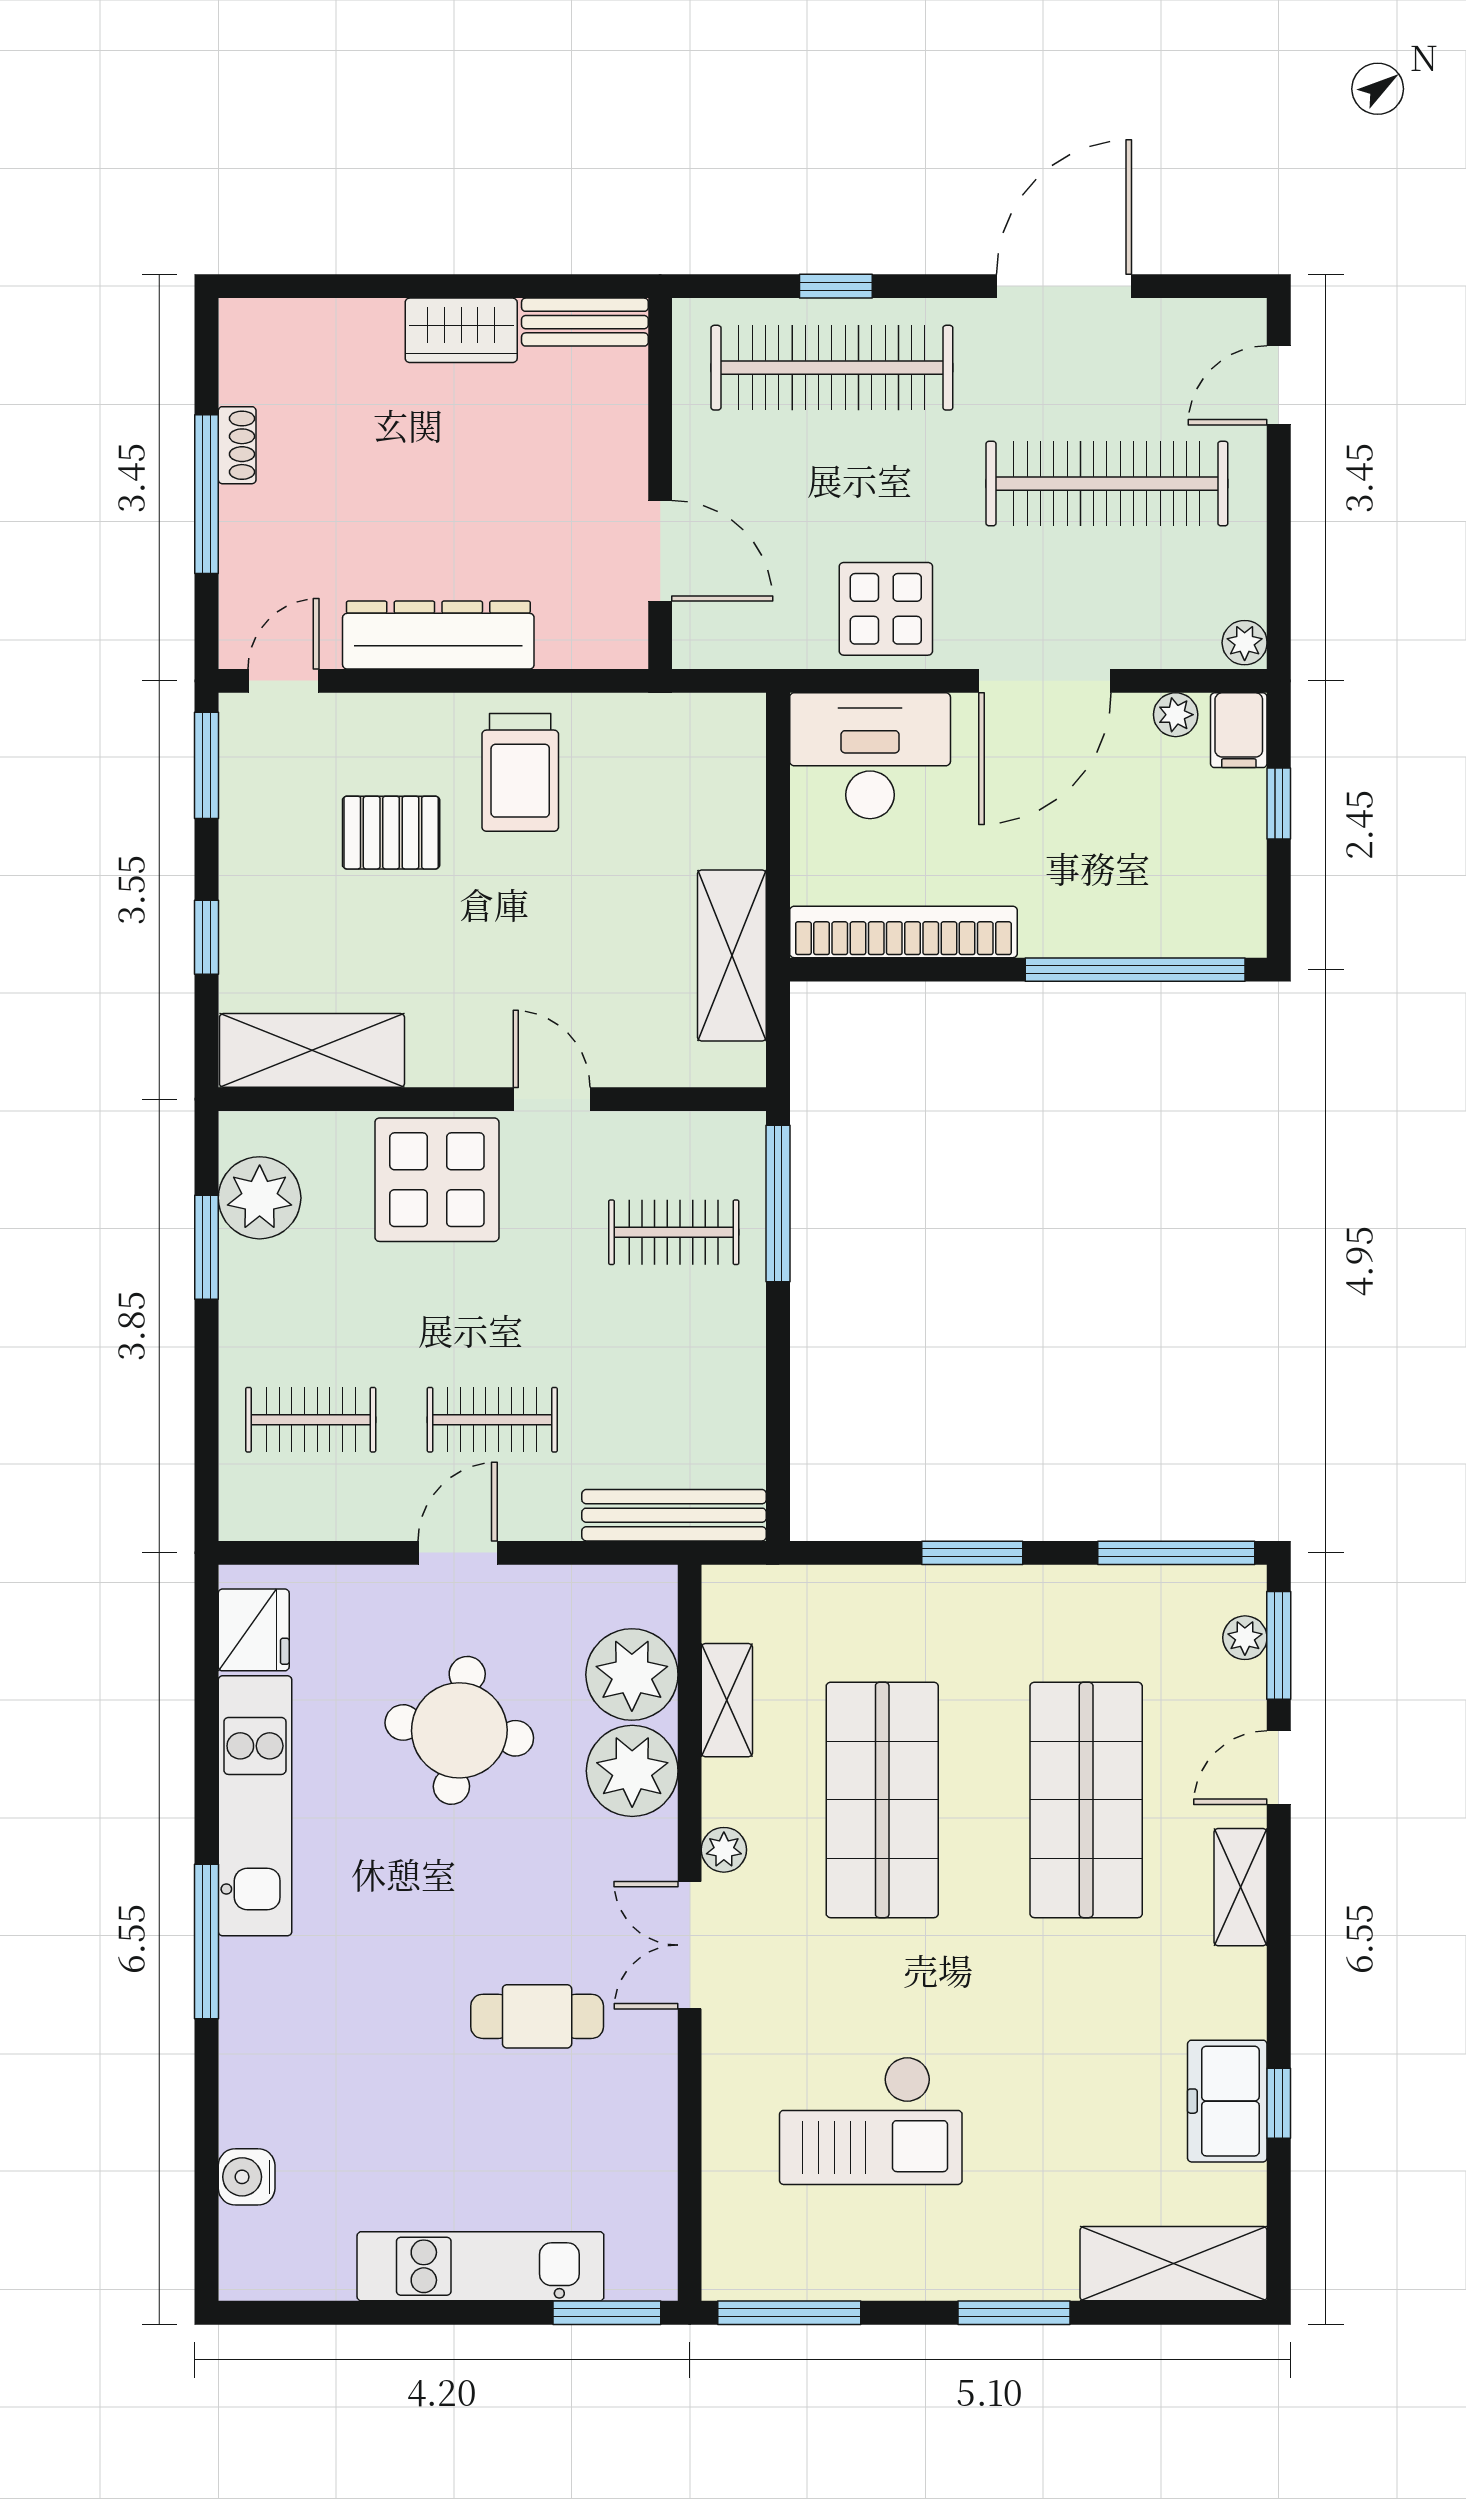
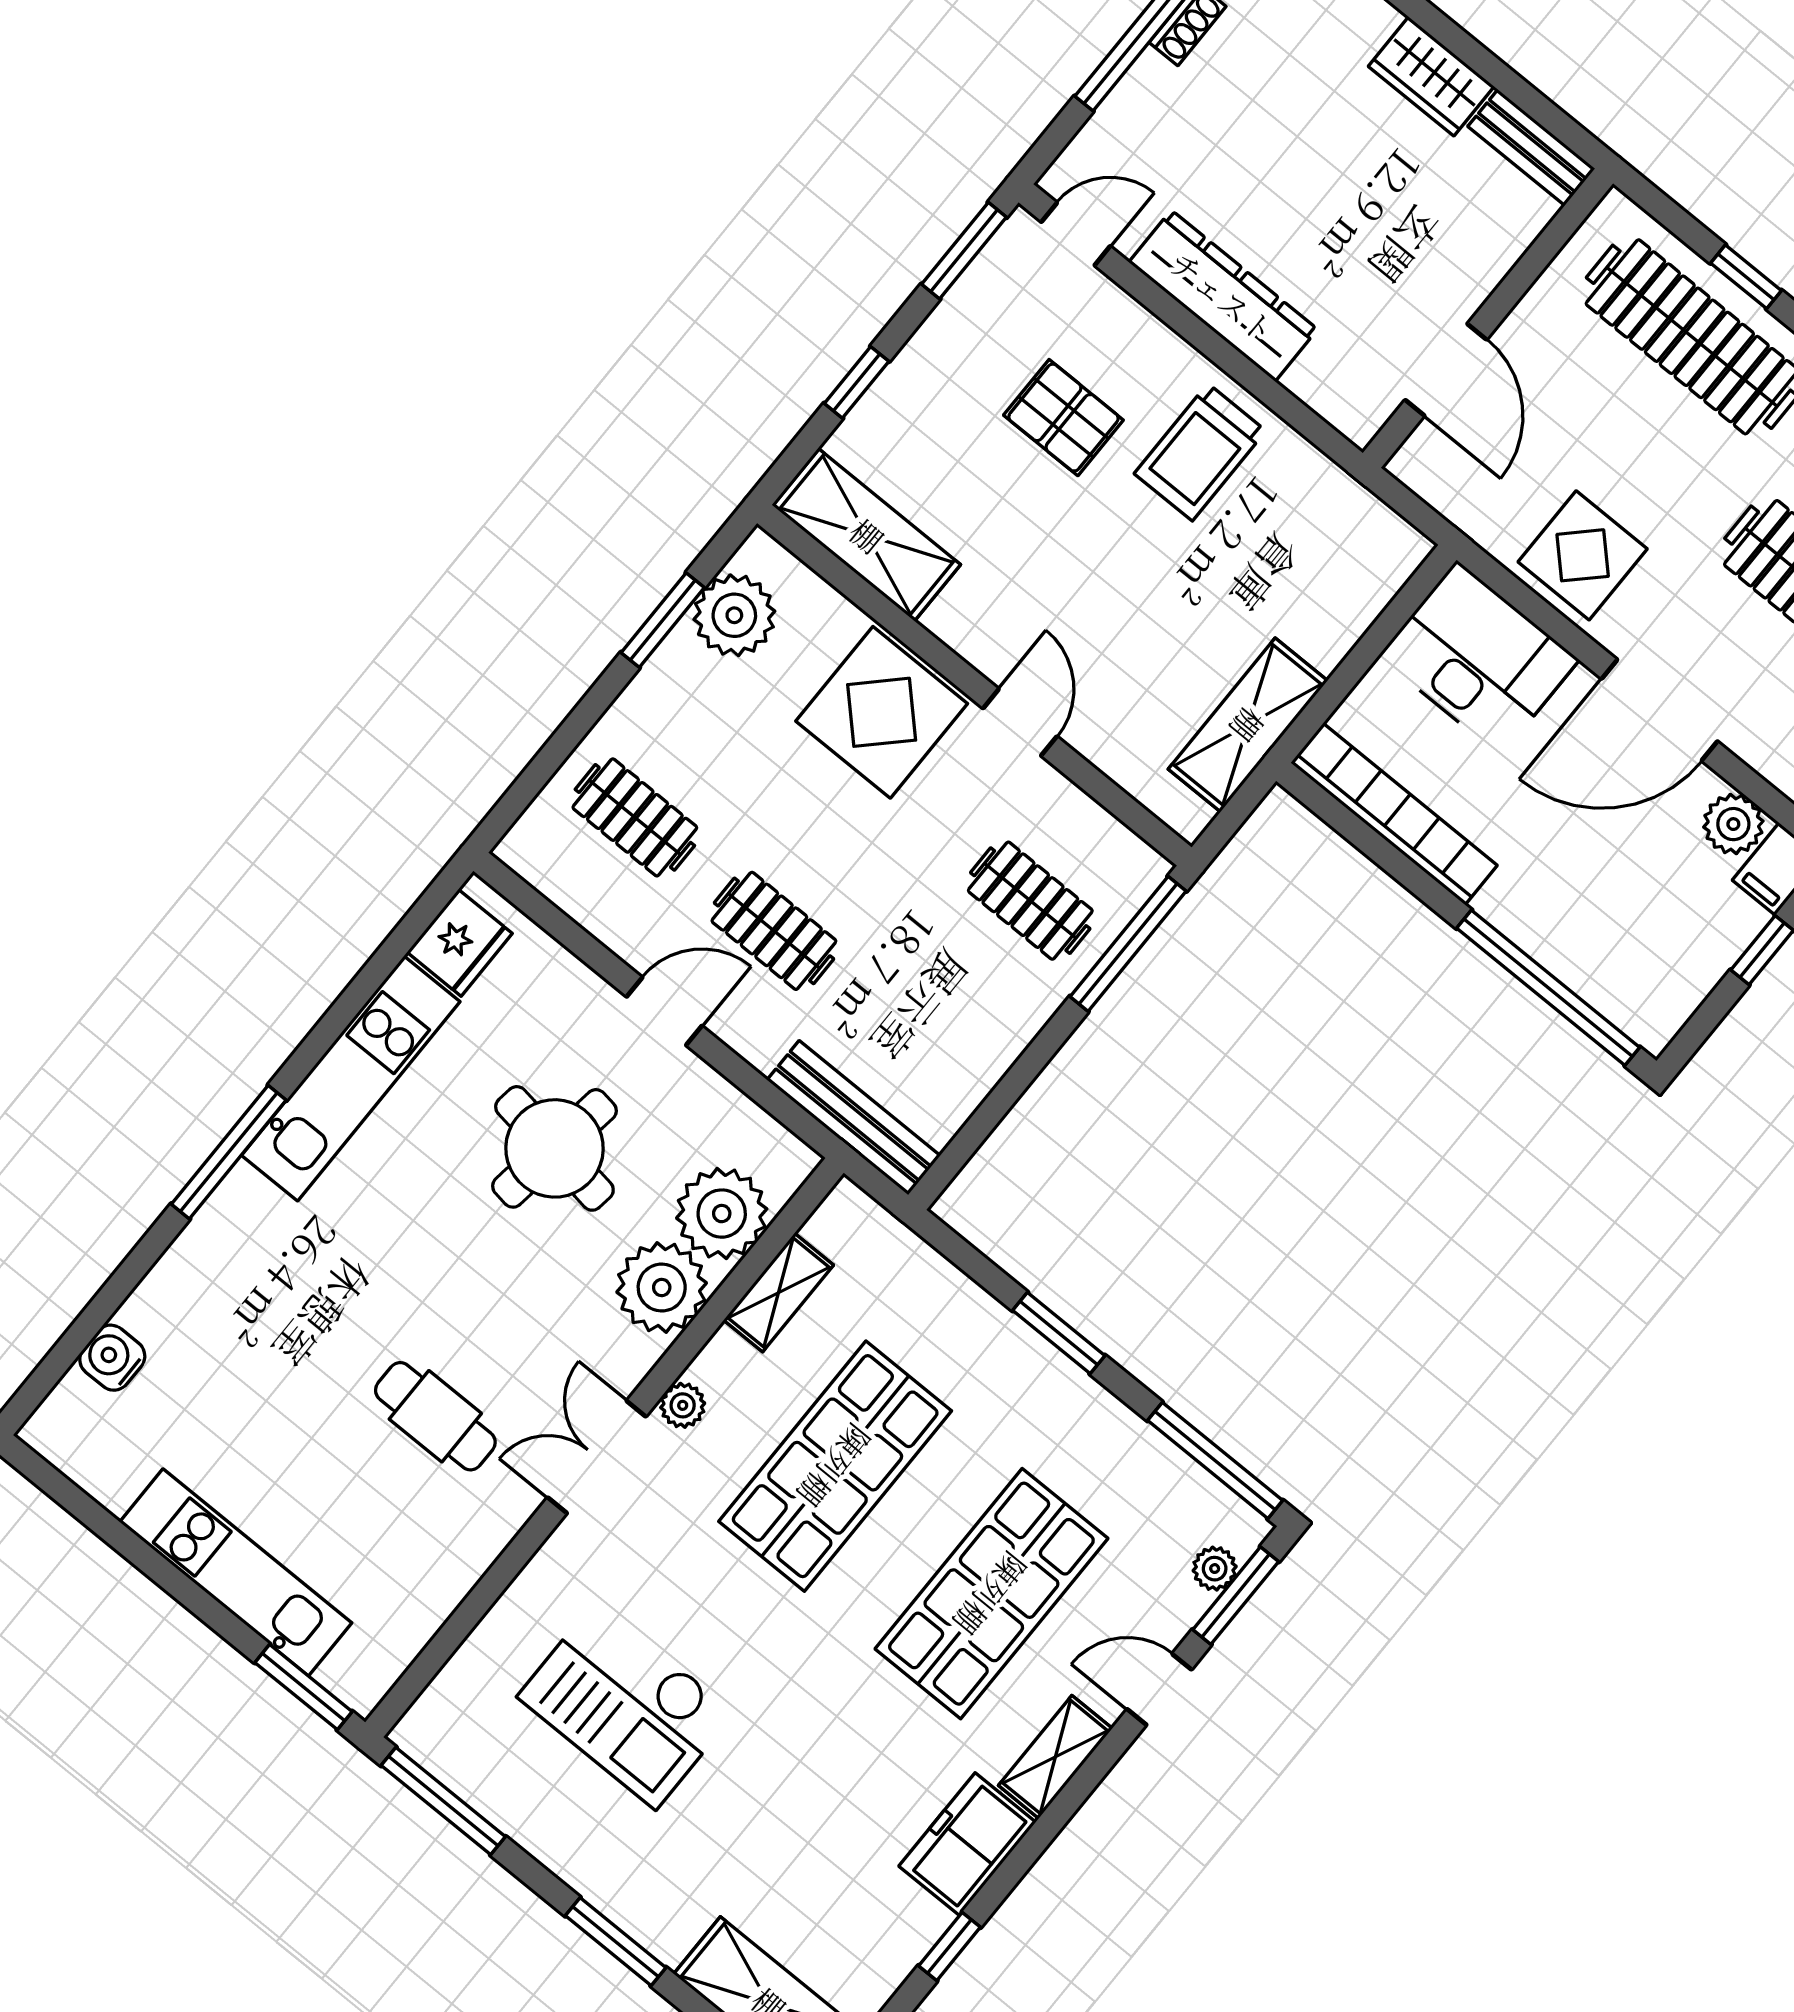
plant: (1176, 715) -> (1733, 824), width x1.38, depth x1.38
freezer: (1227, 2101) -> (967, 1844), moved

